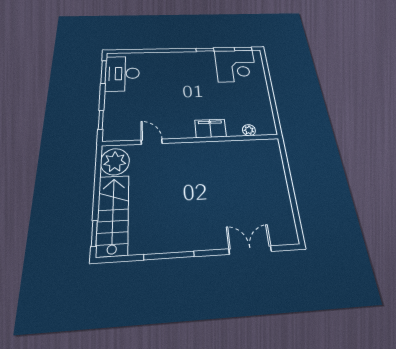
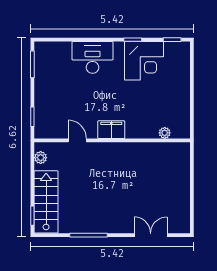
corner desk: (236, 66) -> (144, 61), moved
desk: (122, 73) -> (93, 57), moved, turned 90
filing cabinet: (210, 128) -> (111, 130), moved
plant: (115, 162) -> (41, 158), width x0.53, depth x0.53

